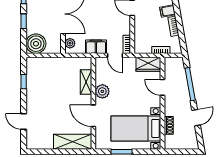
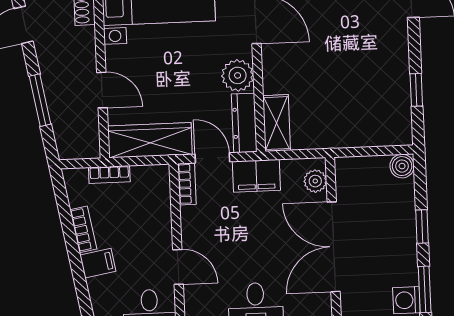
boiler: (36, 44) -> (402, 166), width x0.54, depth x0.54
wardrobe: (148, 64) -> (150, 140), width x1.50
dresser: (100, 70) -> (244, 123), added
shelving: (86, 82) -> (277, 123), moved
window: (190, 84) -> (40, 100), width x0.69

